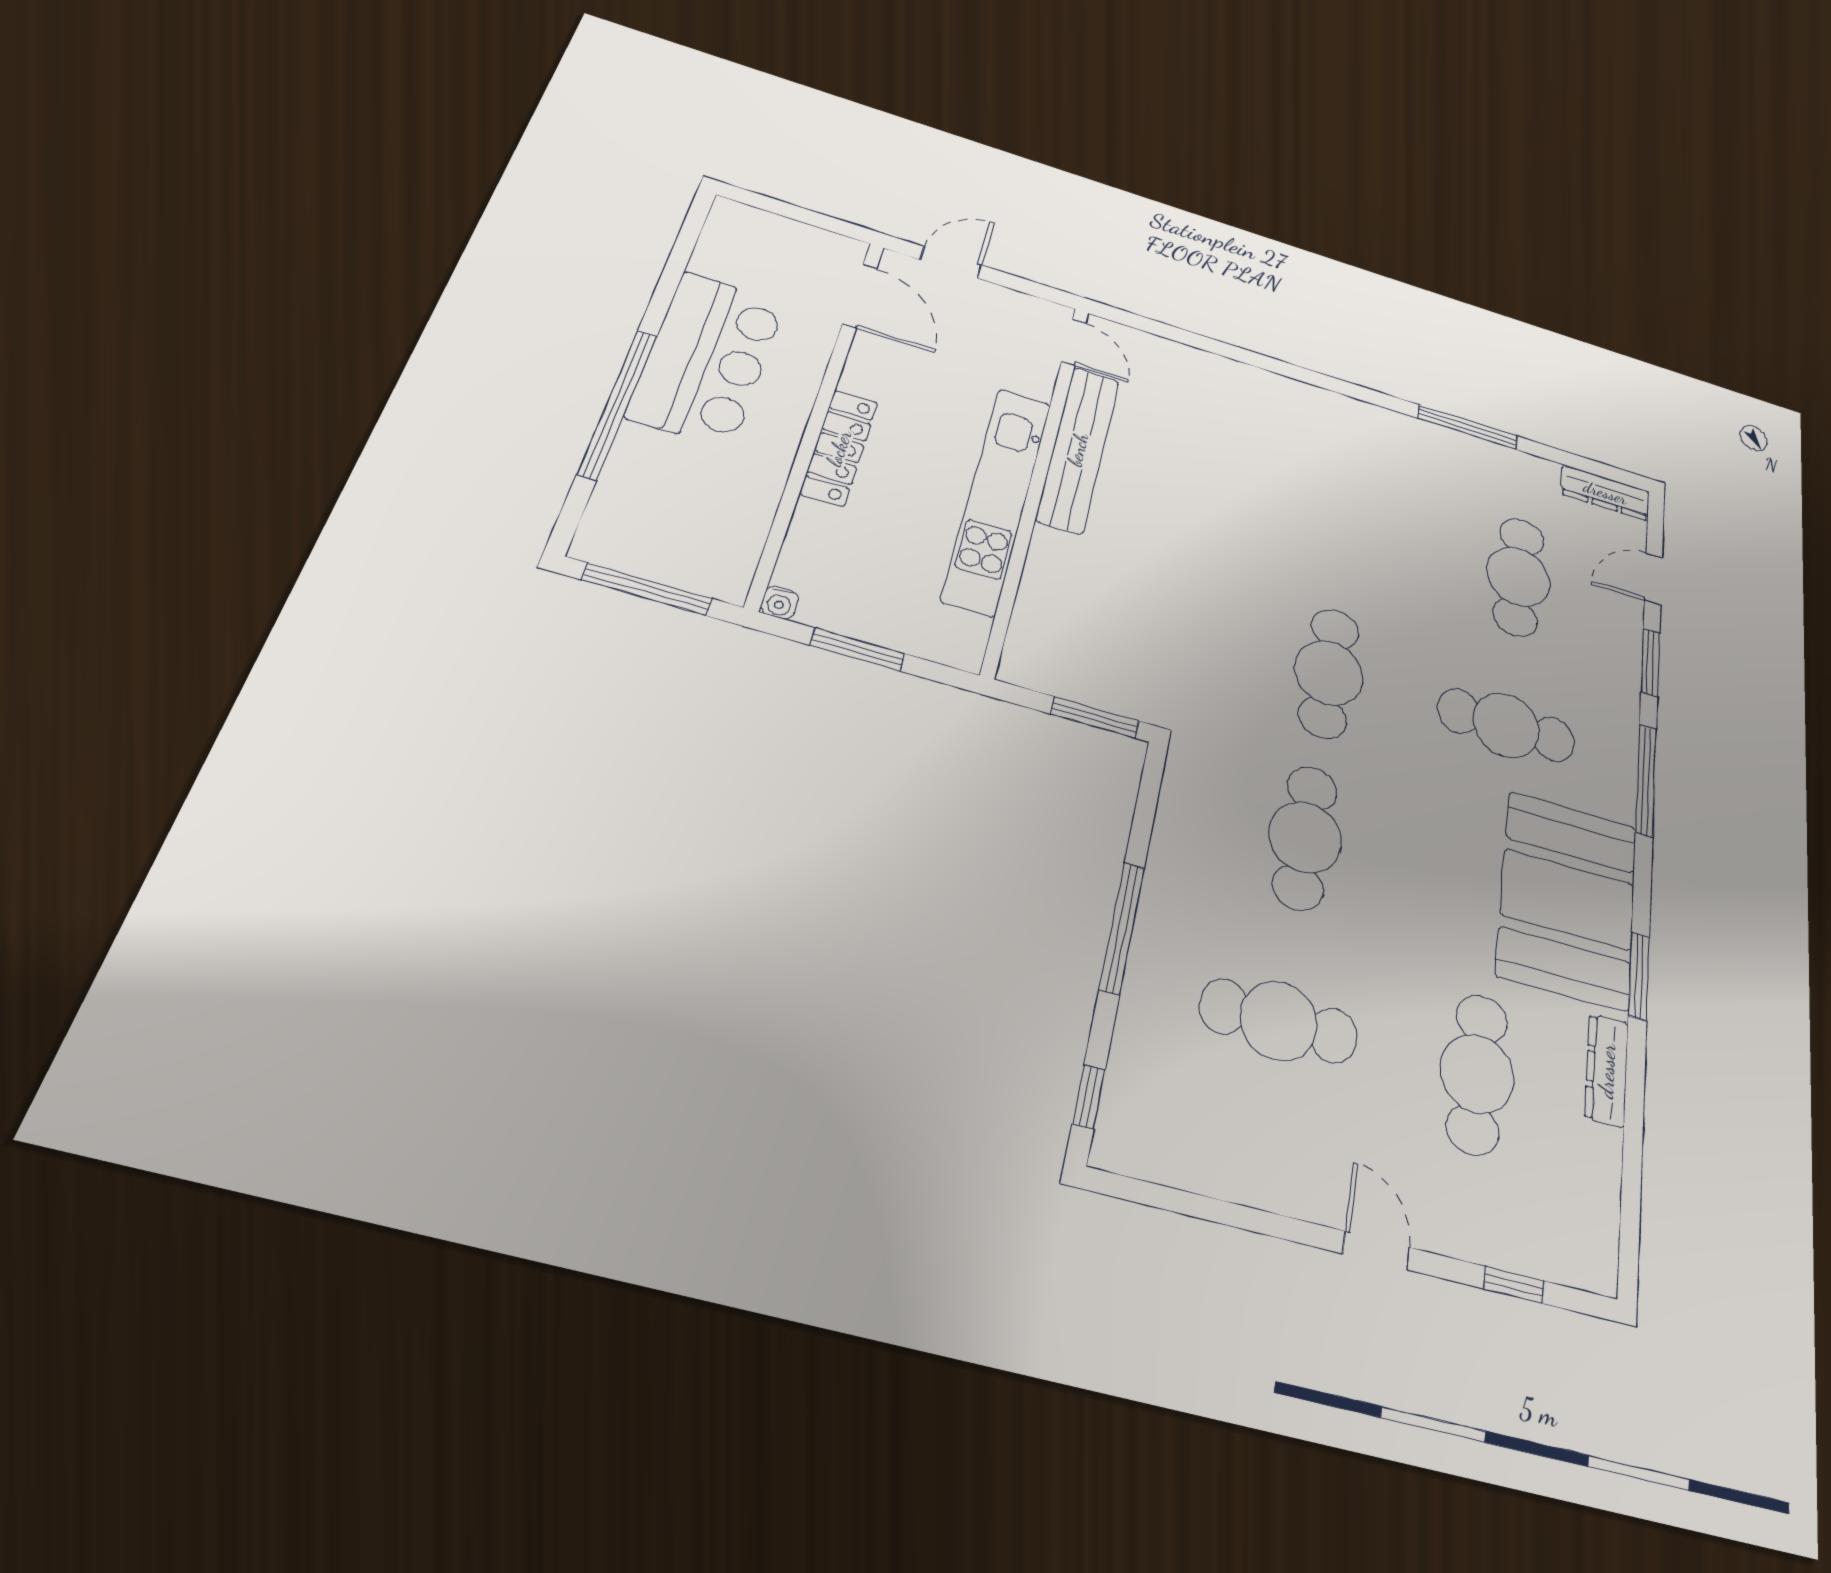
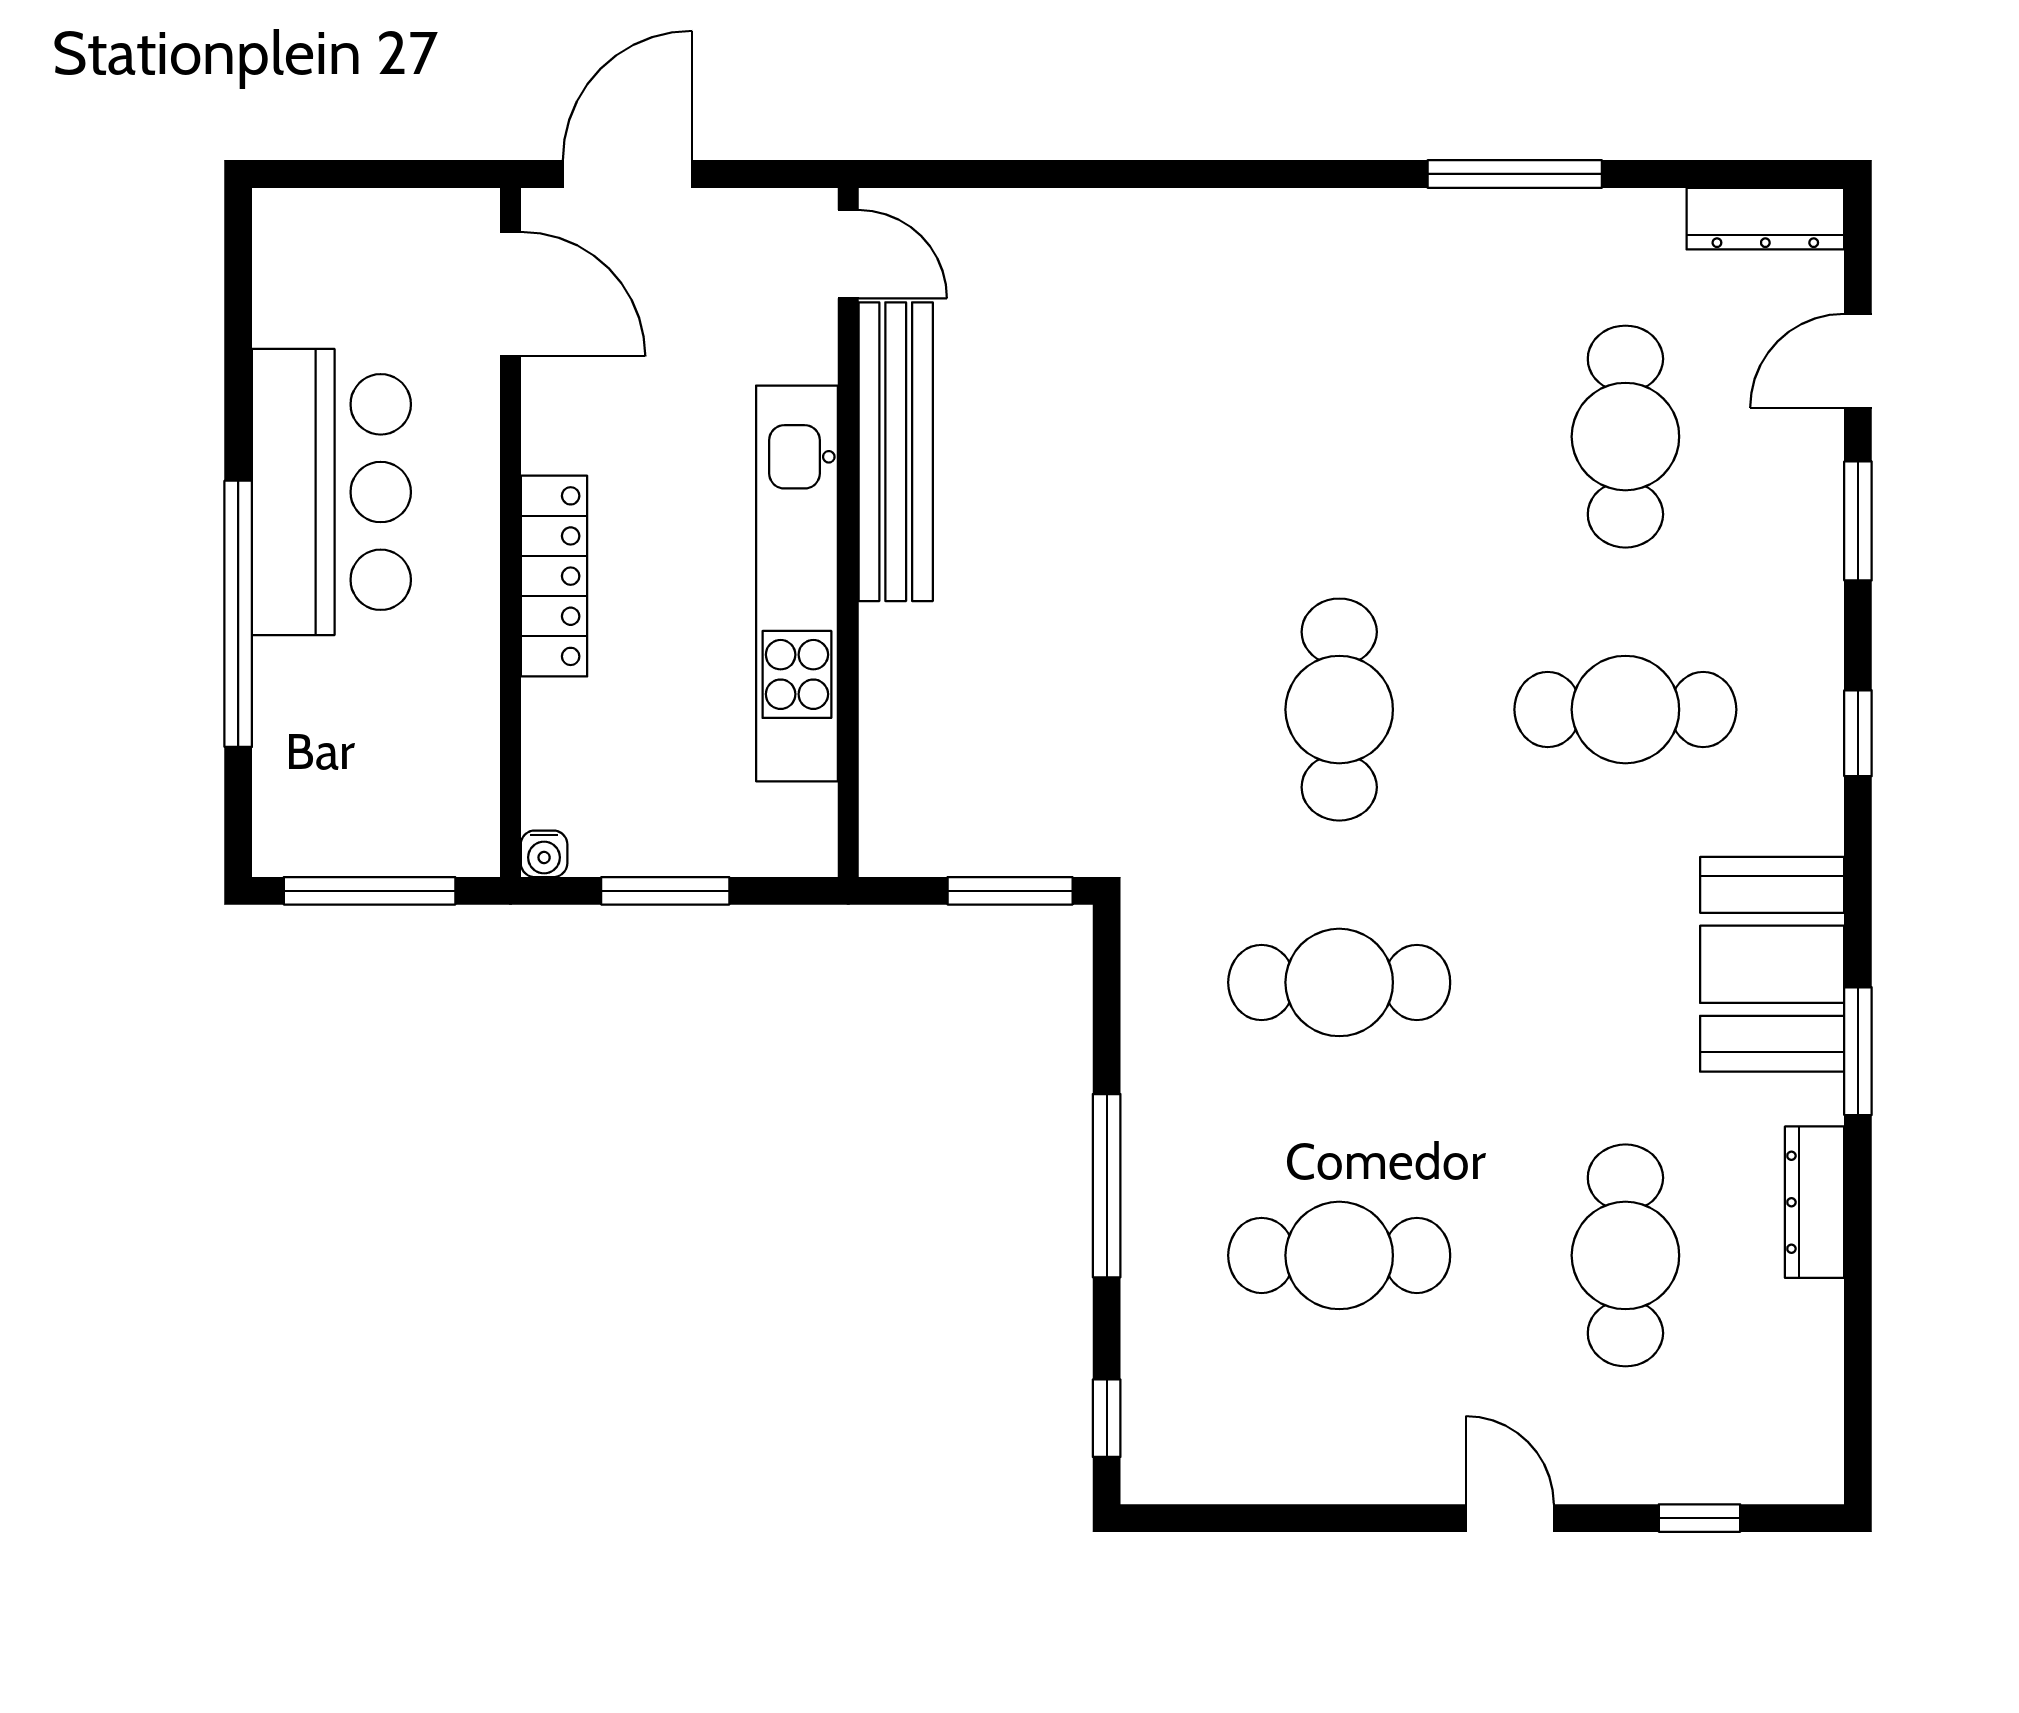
door: (951, 262) -> (627, 174), width x1.38
window: (1646, 780) -> (1858, 733), width x0.46
cafe table: (1305, 837) -> (1339, 982), turned 90
booth: (1568, 899) -> (1772, 964), width x0.73, depth x0.70

